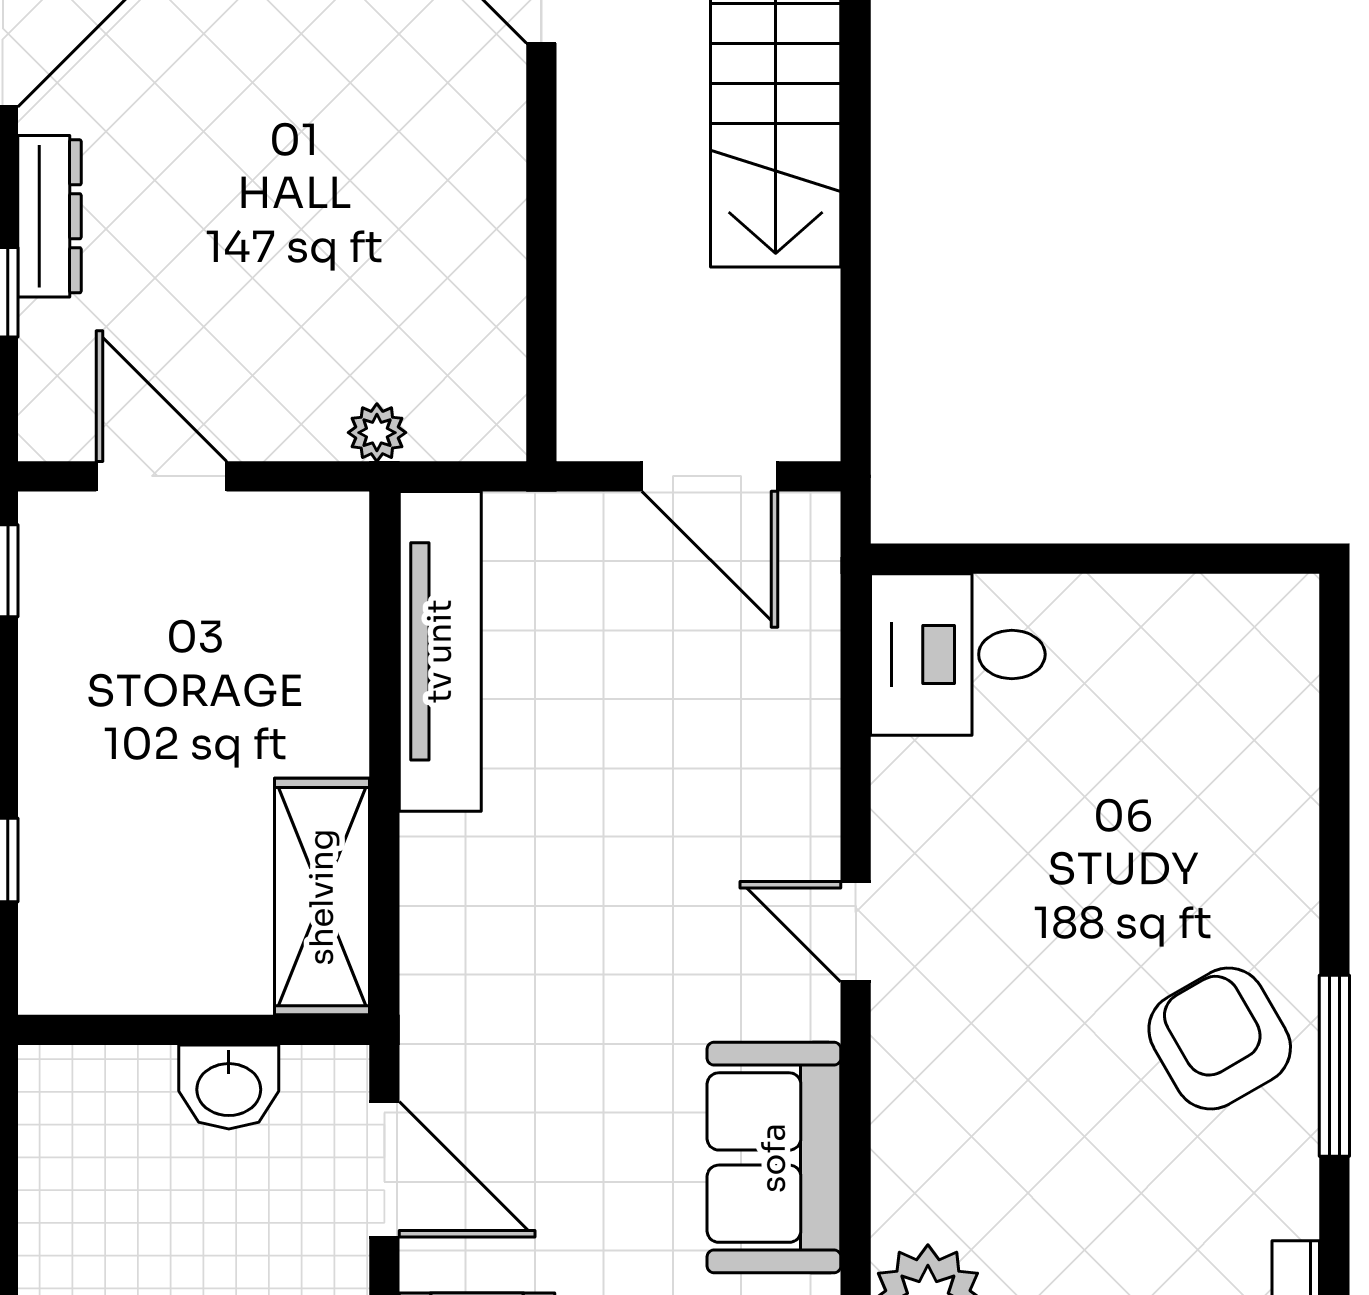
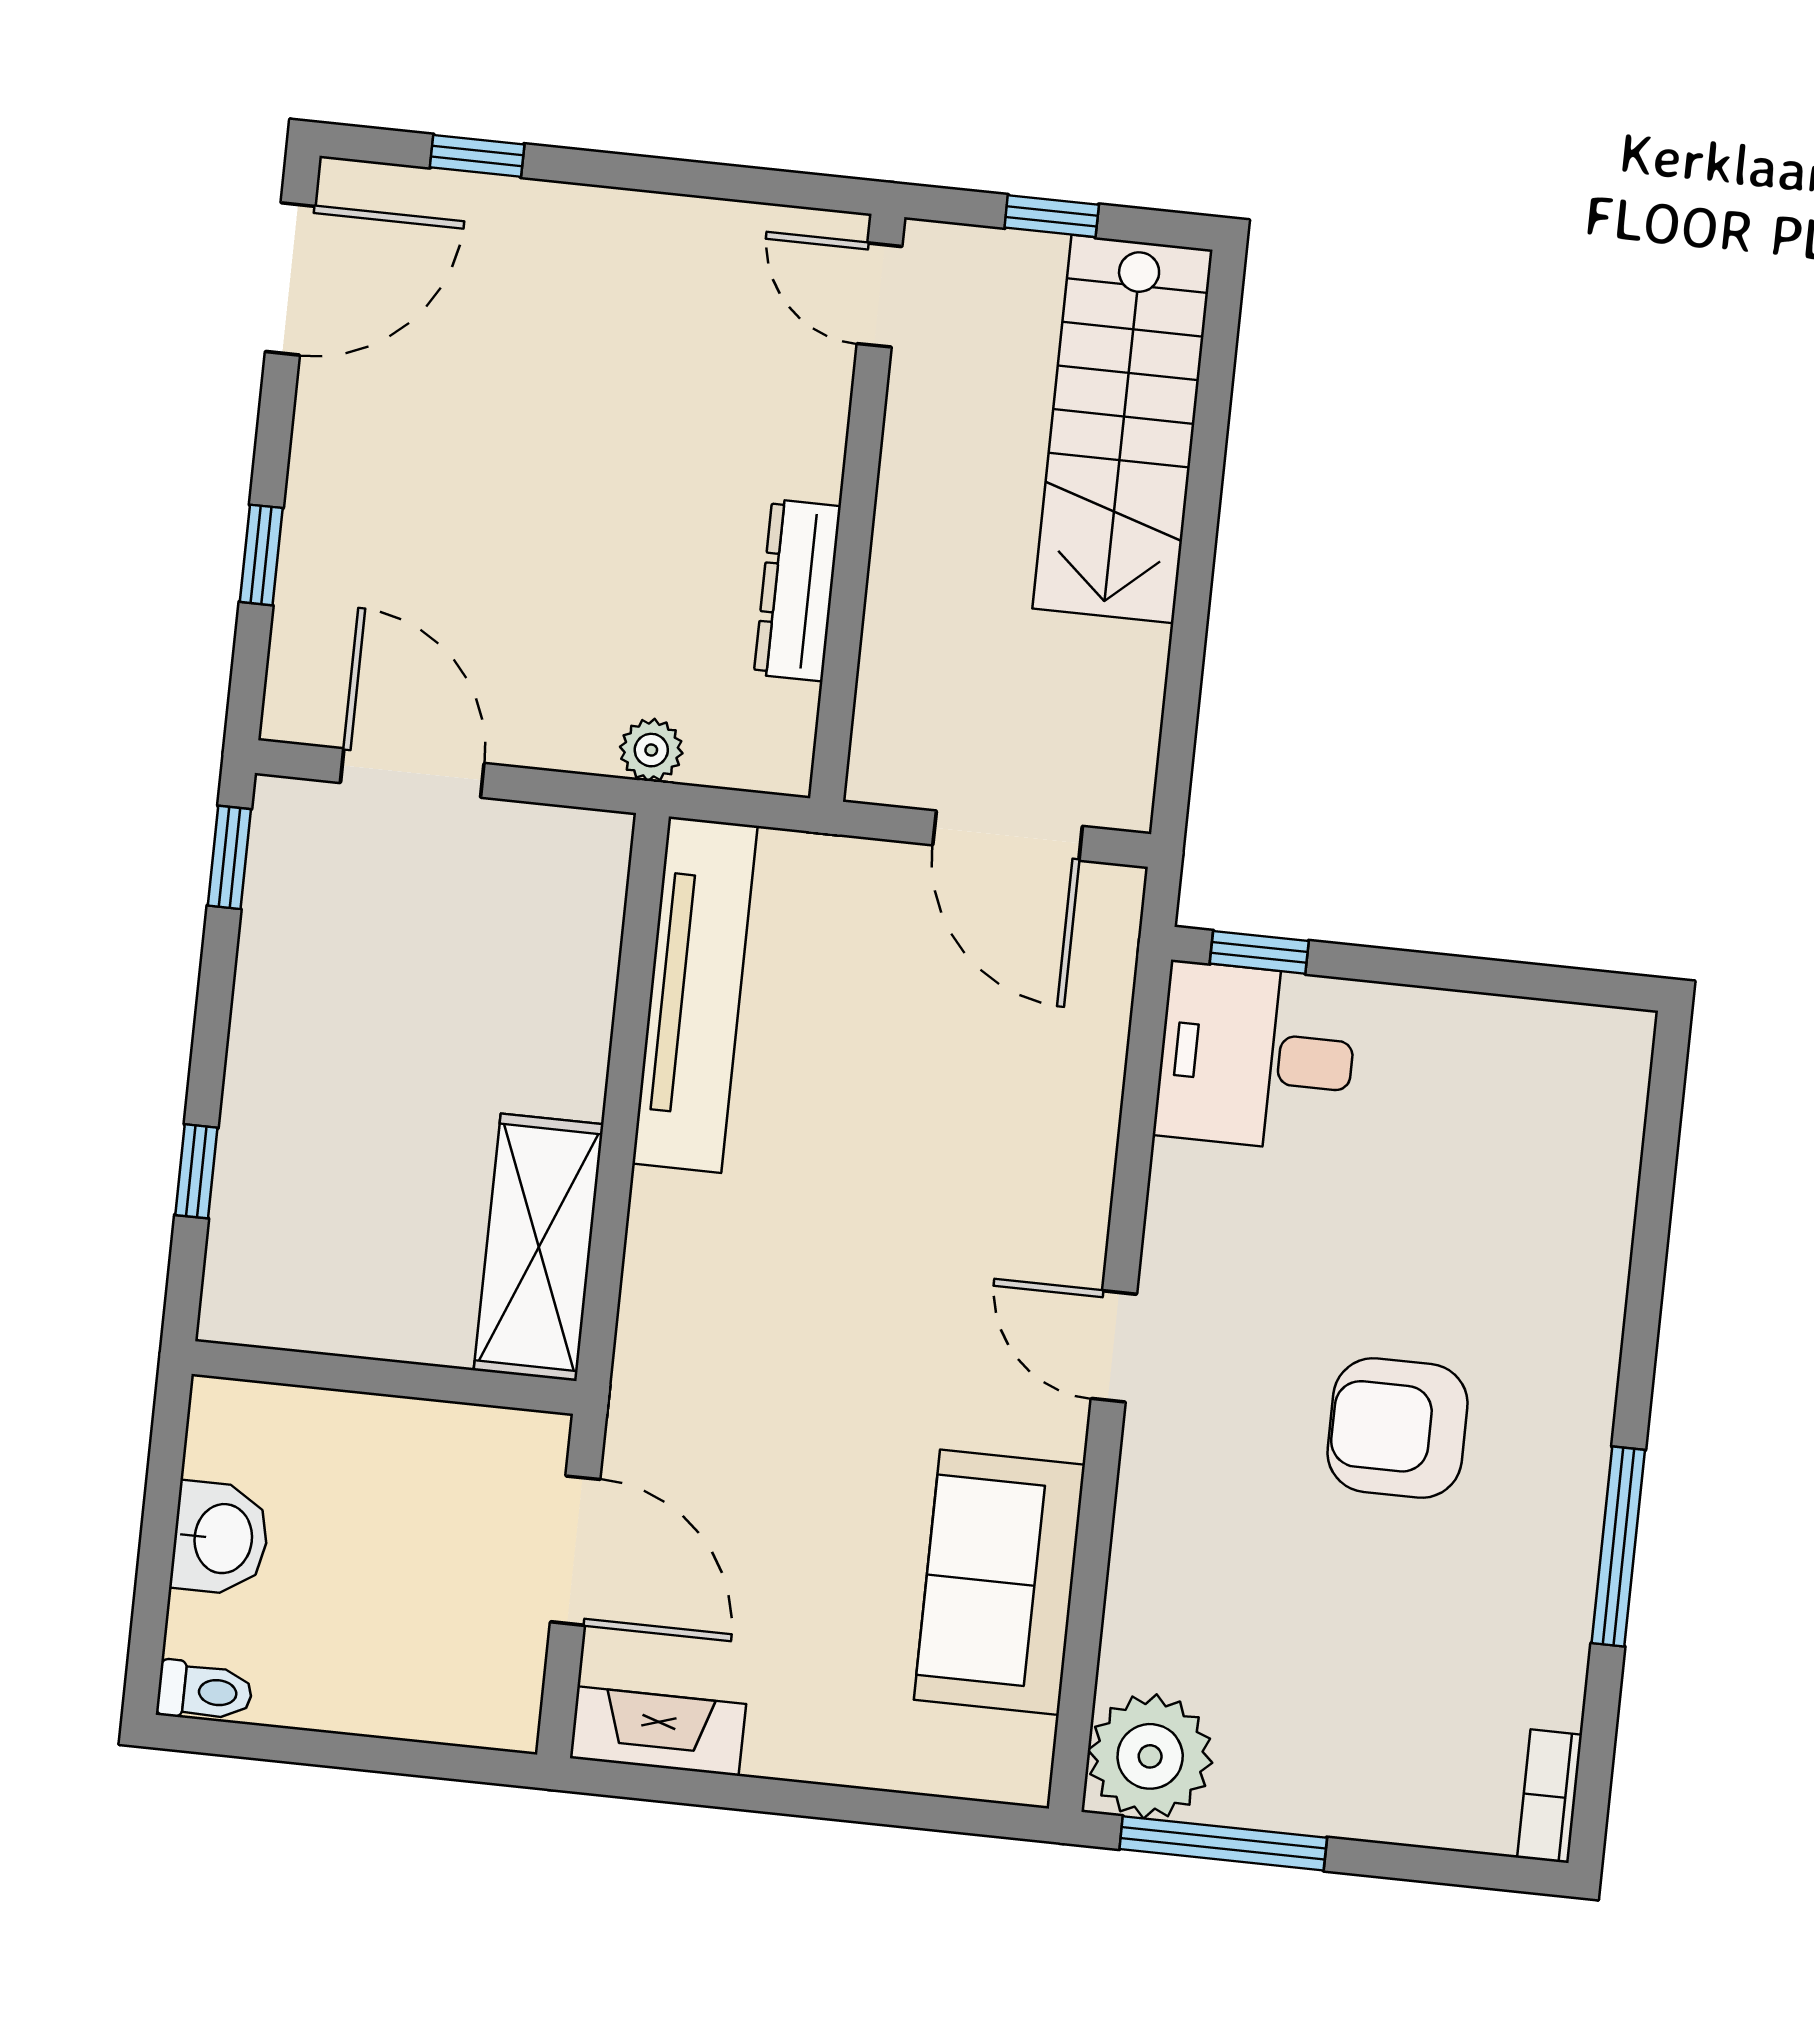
dresser: (49, 216) -> (797, 590), moved, turned 180
window: (950, 559) -> (1259, 952), added
armchair: (1220, 1039) -> (1398, 1428), moved, turned -60
washbasin: (229, 1087) -> (220, 1538), moved, turned -90

